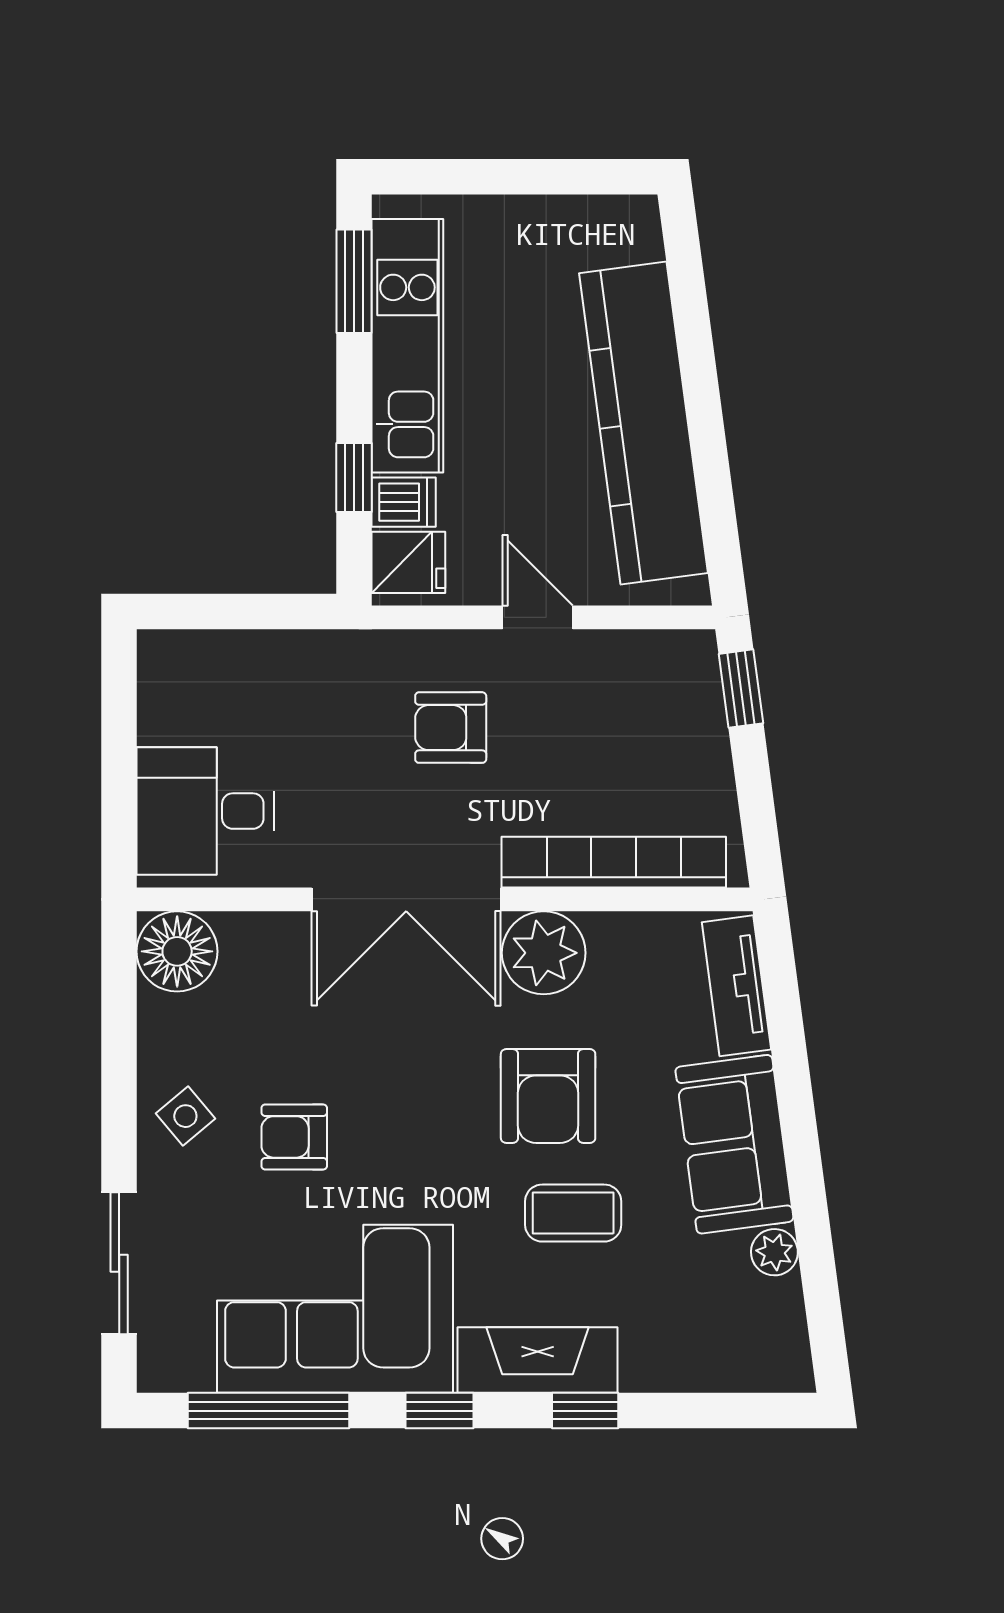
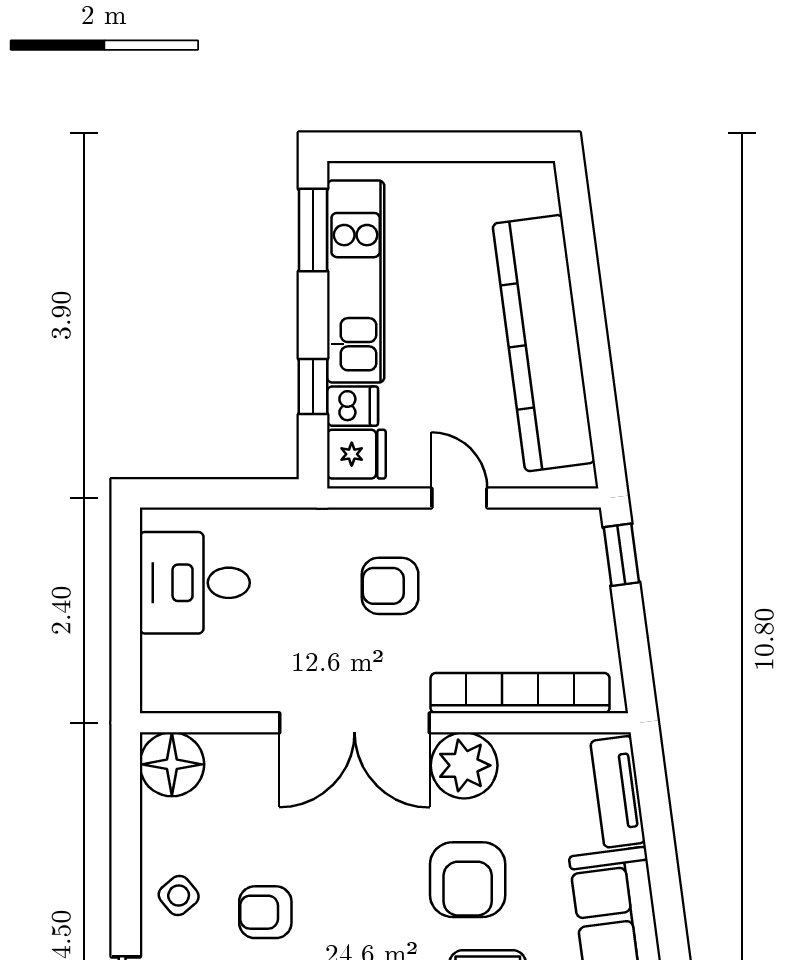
desk: (206, 811) -> (195, 583), moved

